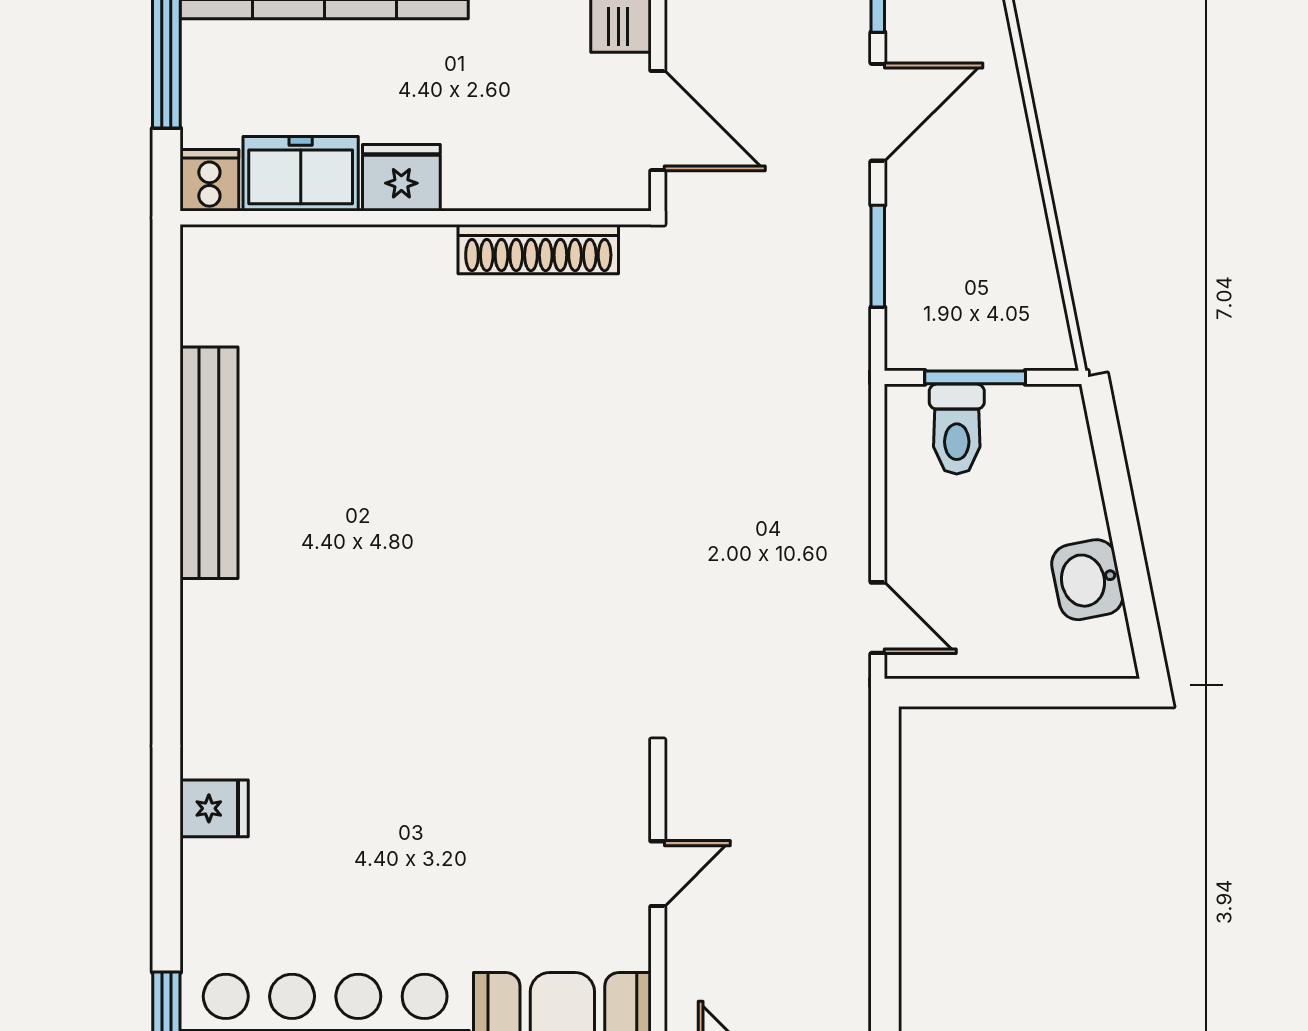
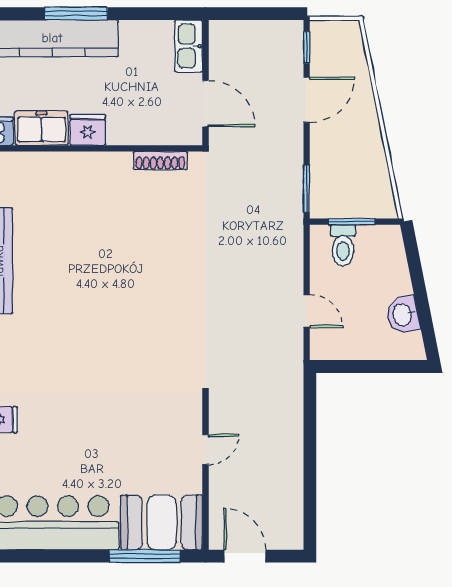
shoe rack: (538, 249) -> (160, 161), width x0.74, depth x0.81
window: (878, 256) -> (307, 189), moved
door: (878, 618) -> (307, 311), moved

